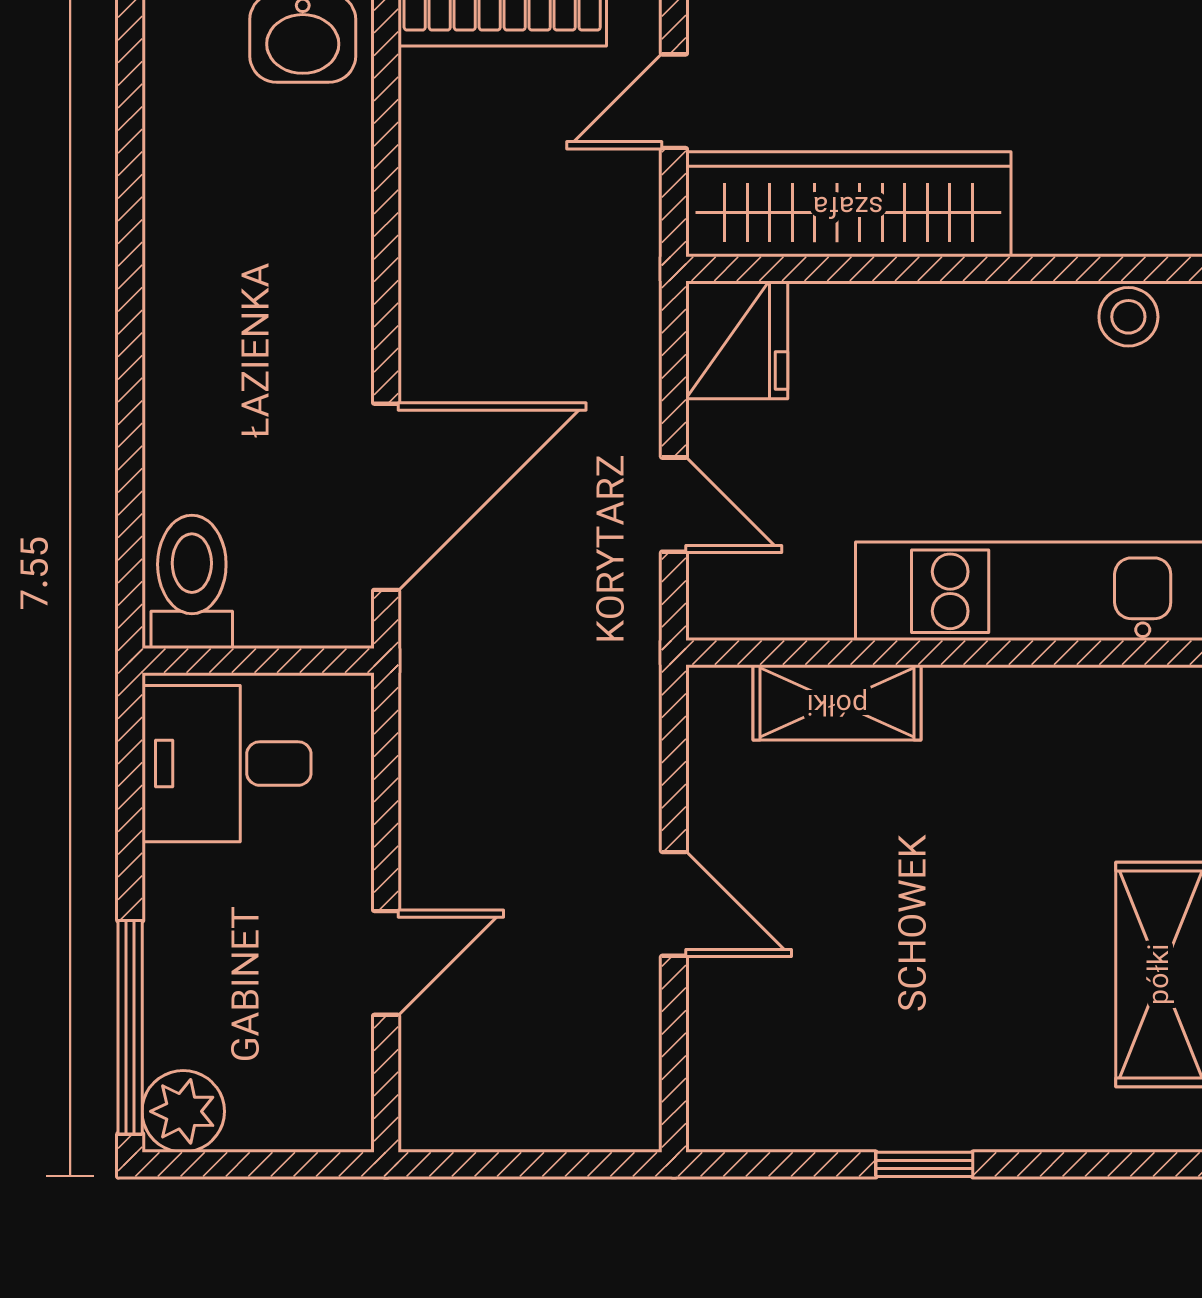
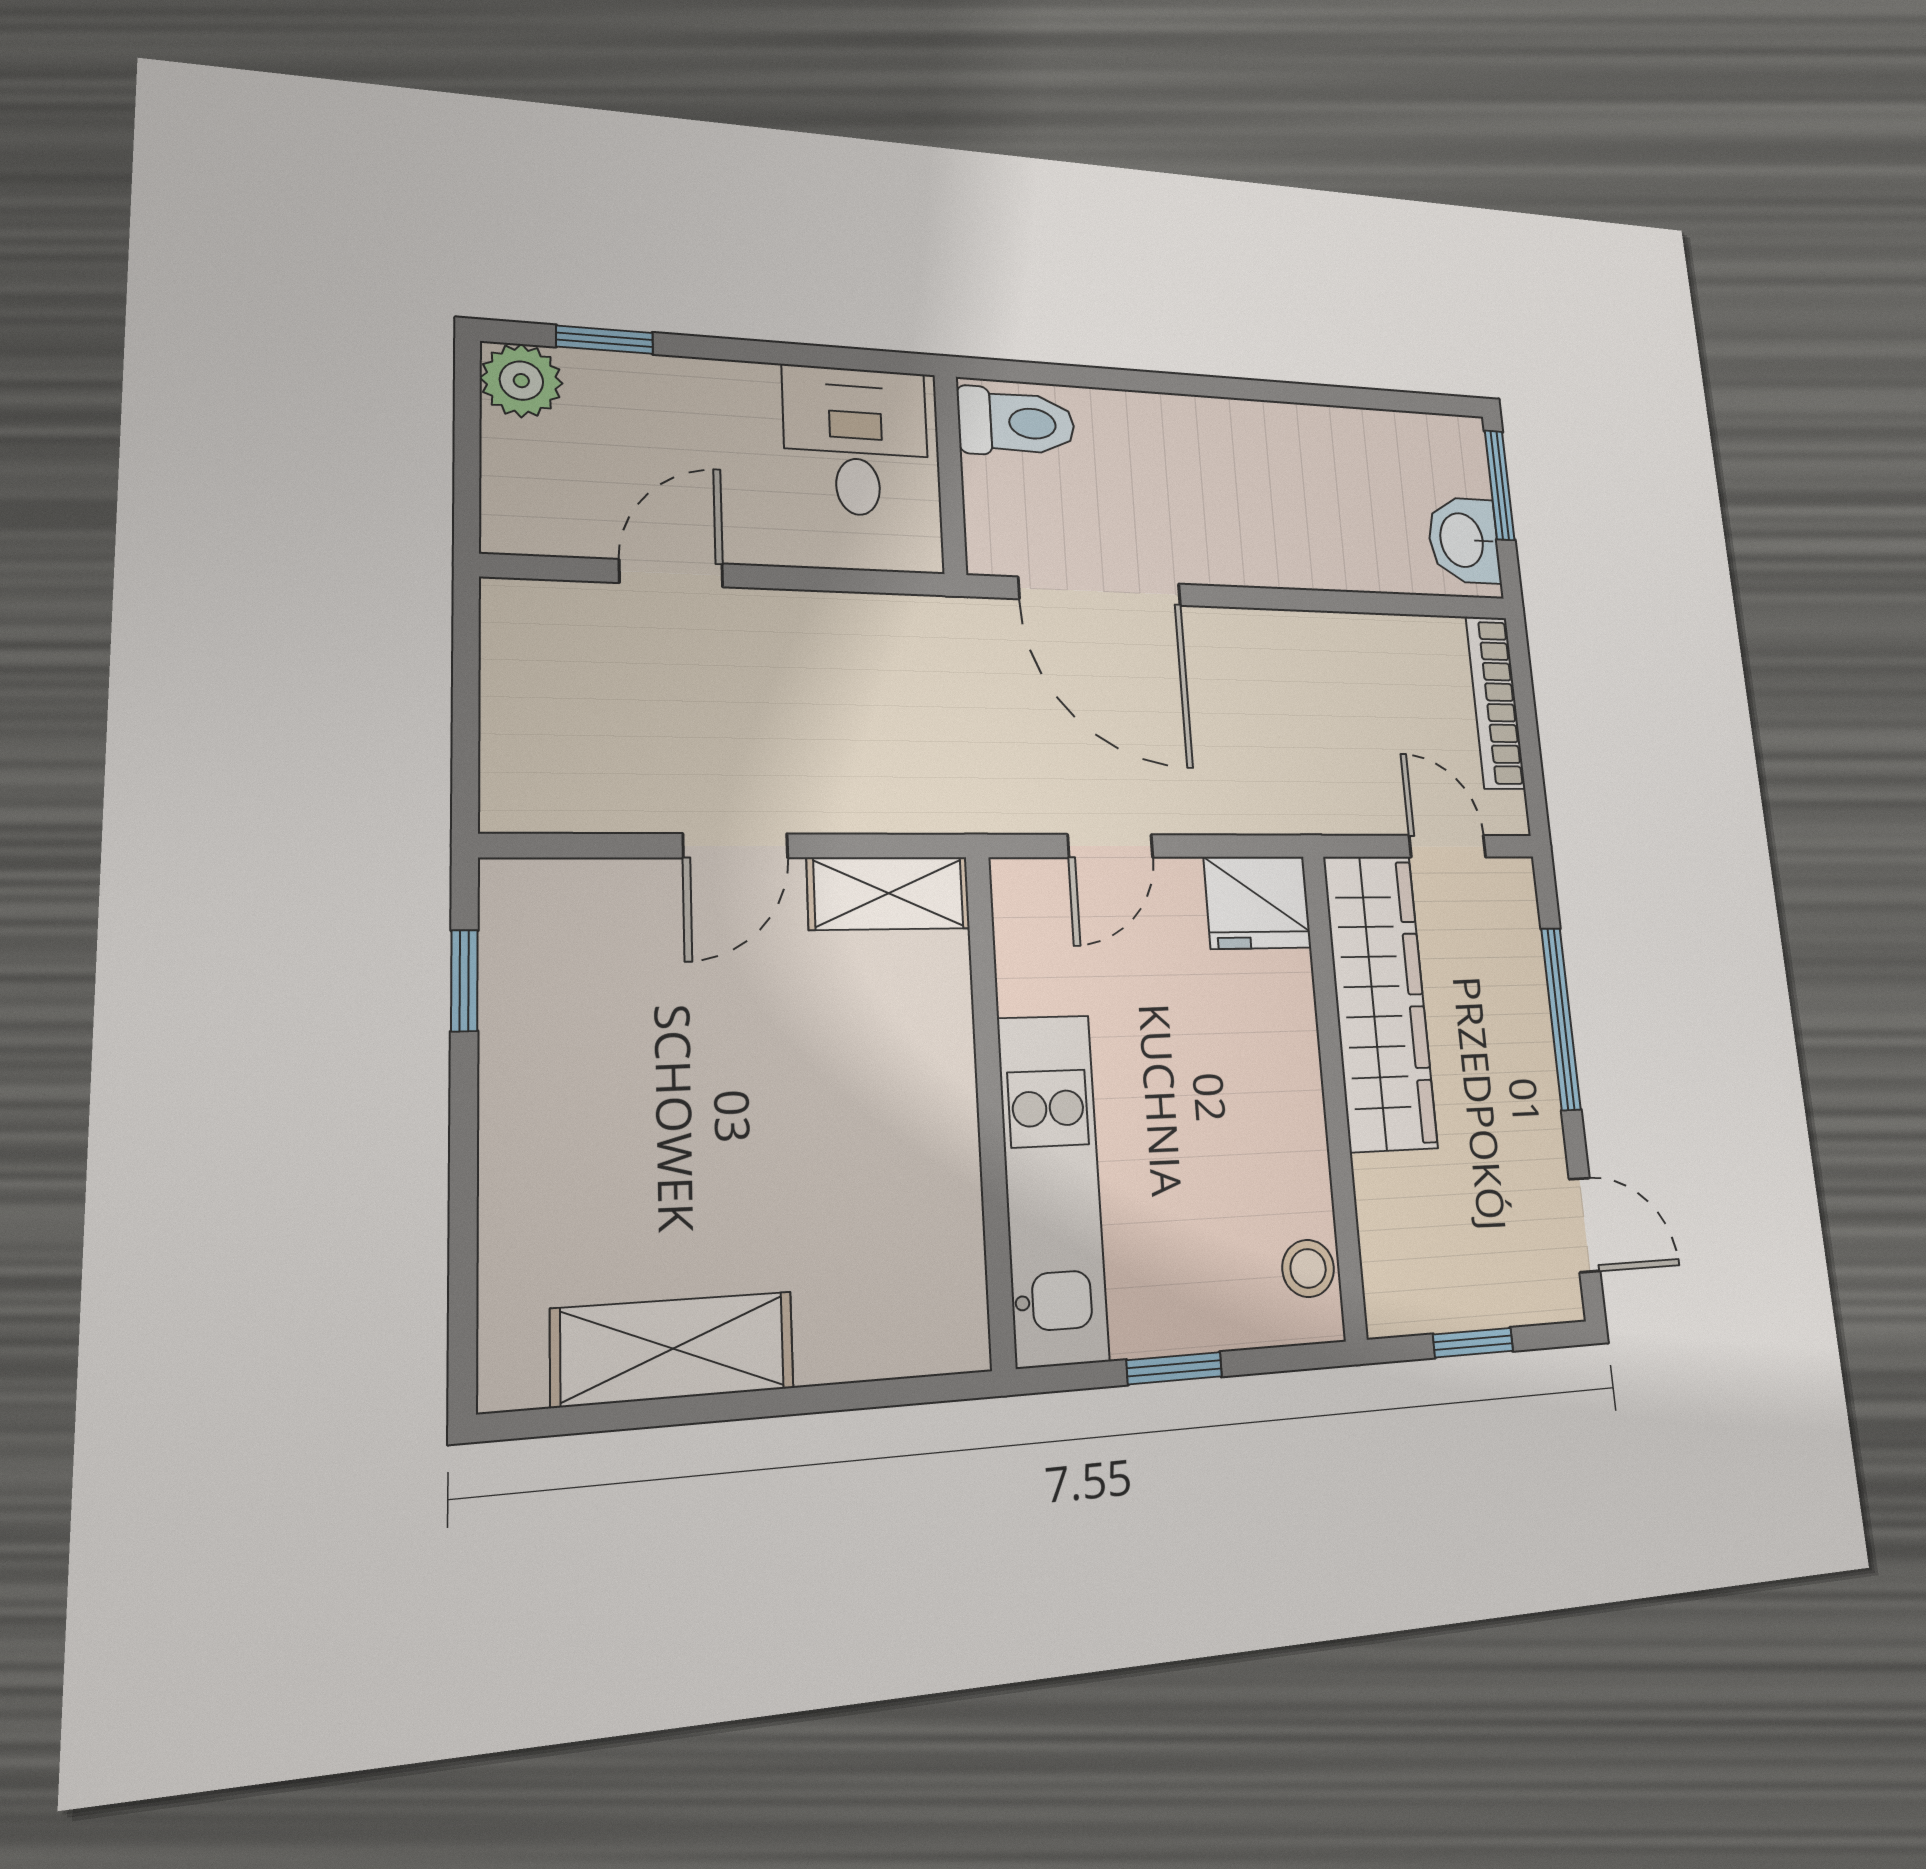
shelving: (837, 702) -> (889, 893), moved, turned 90
door: (386, 963) -> (671, 573), swing flipped
window: (130, 1027) -> (605, 340), width x0.46
window: (924, 1164) -> (464, 981), moved

